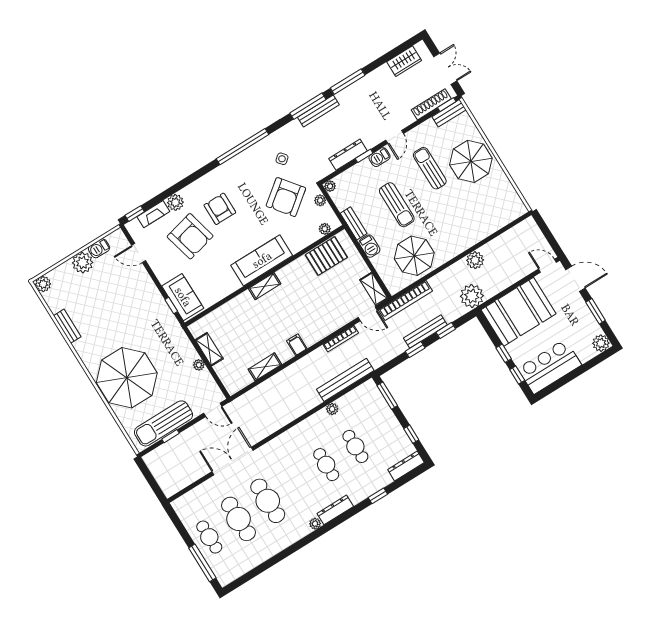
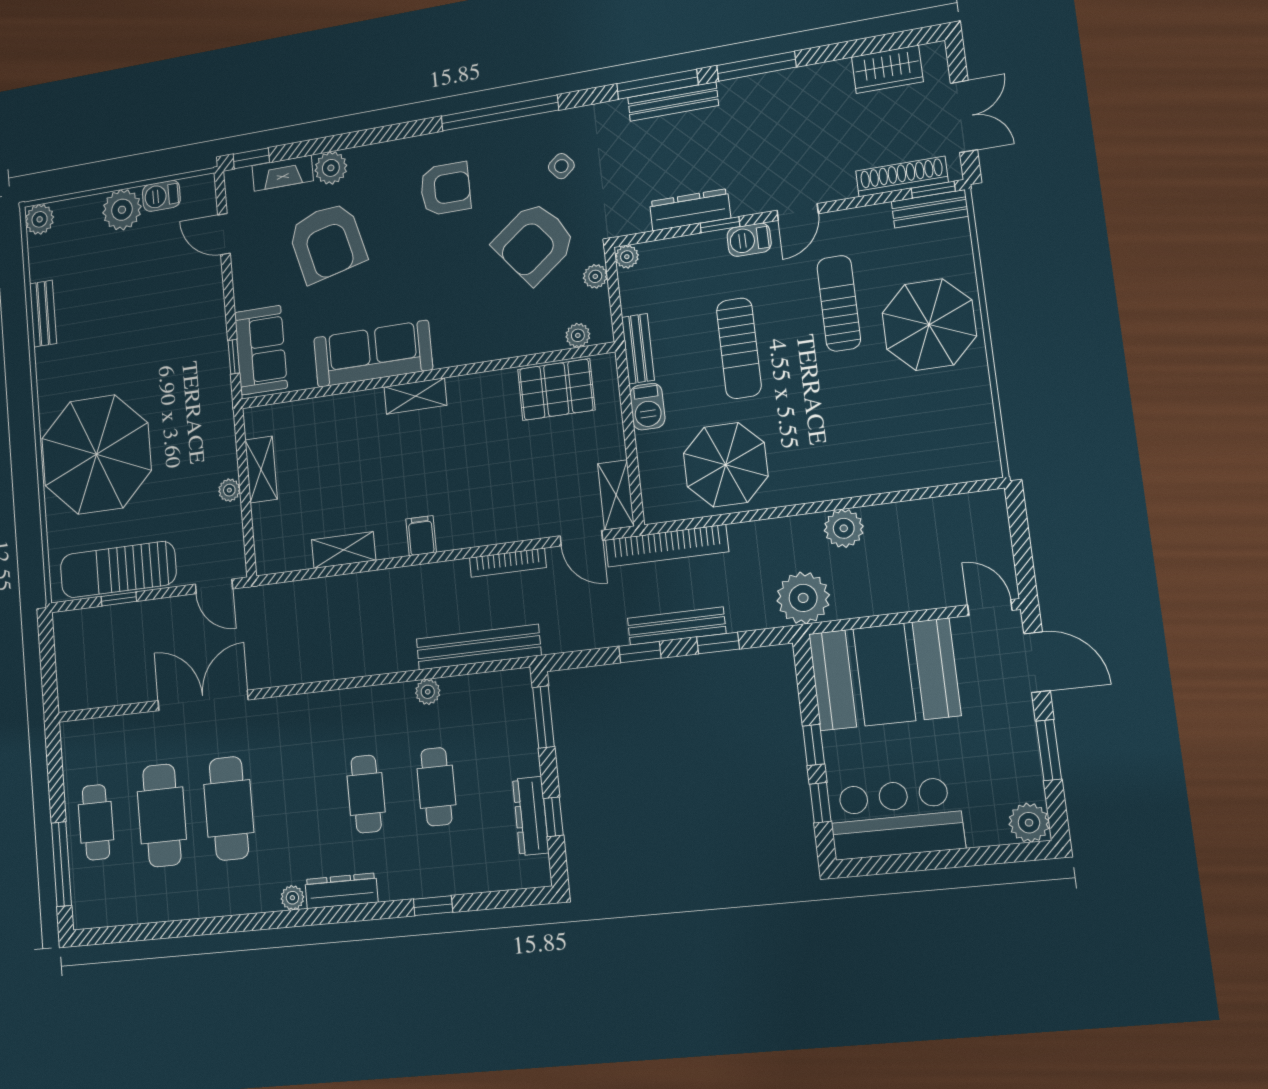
armchair: (220, 209) -> (445, 189), moved, turned 90
sofa: (262, 260) -> (373, 354), moved
dresser: (406, 466) -> (531, 816), moved, turned -90

